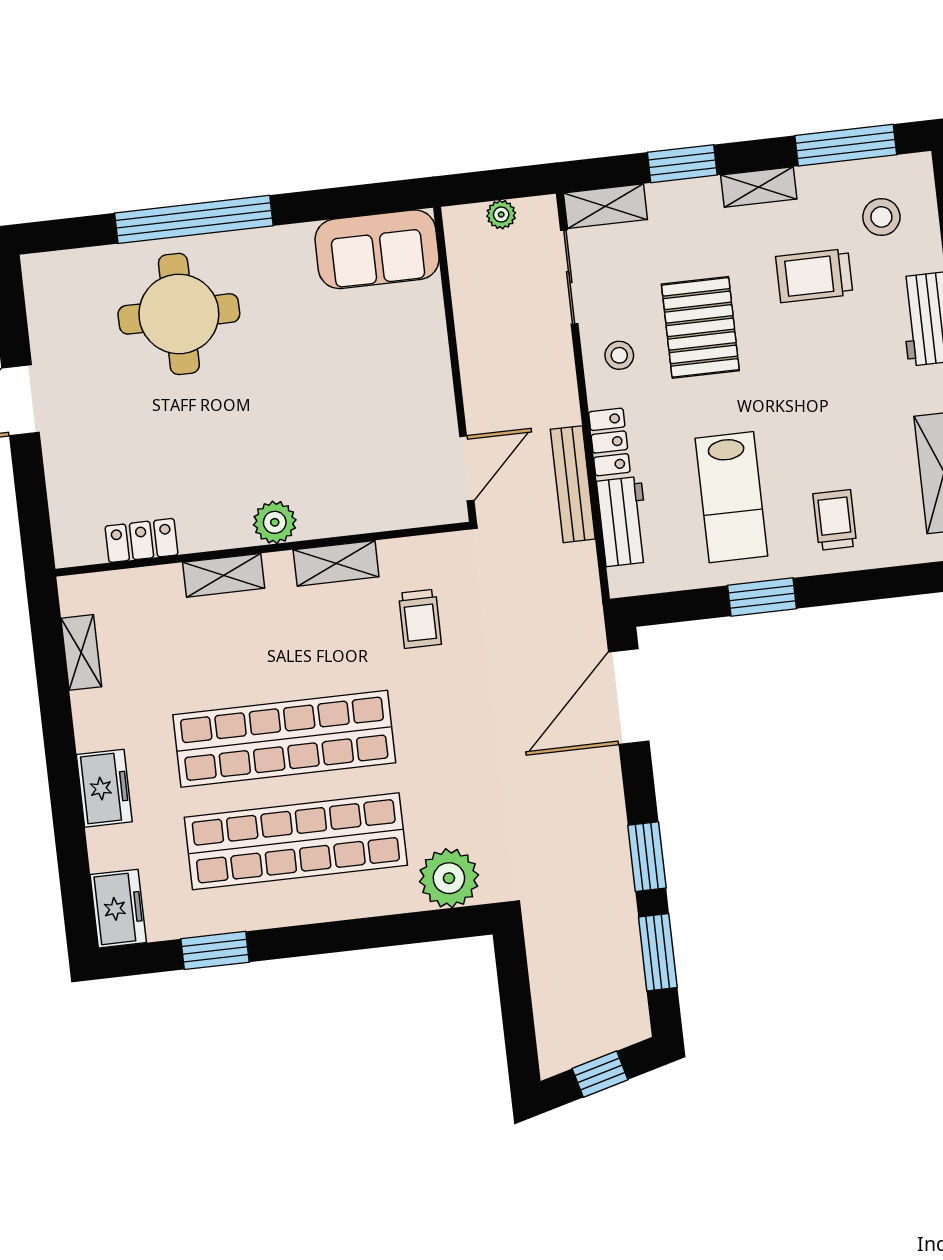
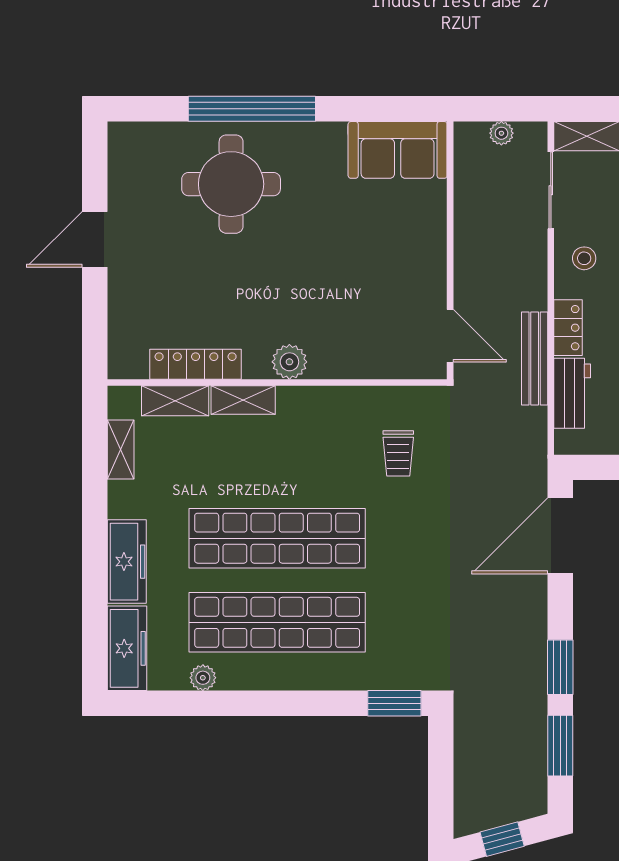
door: (467, 468) -> (450, 336), hinge flipped
locker: (142, 540) -> (196, 364), width x1.53
shelving: (336, 563) -> (175, 401), moved
freezer: (104, 788) -> (127, 562), width x1.40
plant: (449, 878) -> (203, 678), moved, width x0.53, depth x0.53
freezer: (118, 909) -> (127, 648), width x1.40
window: (215, 950) -> (394, 703), moved

